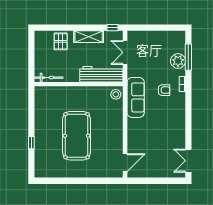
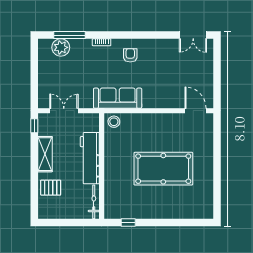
double door: (125, 52) -> (64, 111), swing flipped
plant: (178, 61) -> (61, 47), moved
workbench: (101, 74) -> (90, 158), moved
armchair: (164, 90) -> (130, 55), moved
window: (31, 143) -> (128, 223), moved

